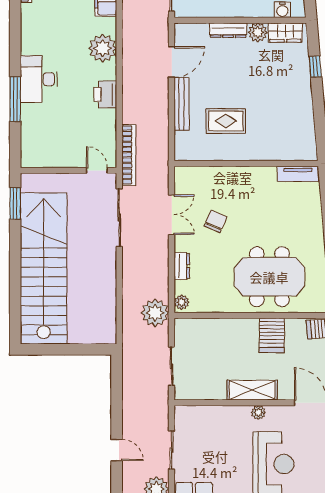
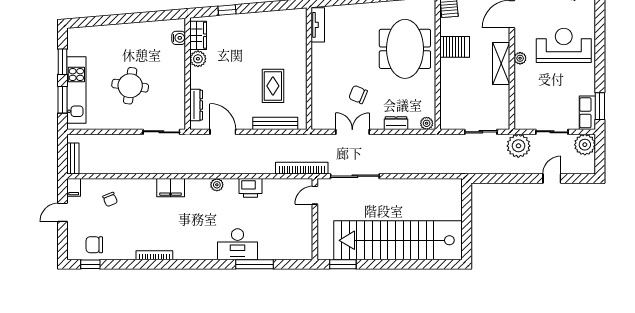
dresser: (228, 30) -> (196, 105), moved
plant: (103, 48) -> (217, 185), width x0.53, depth x0.53
bench: (182, 104) -> (275, 123), moved
plant: (155, 313) -> (518, 146), moved

